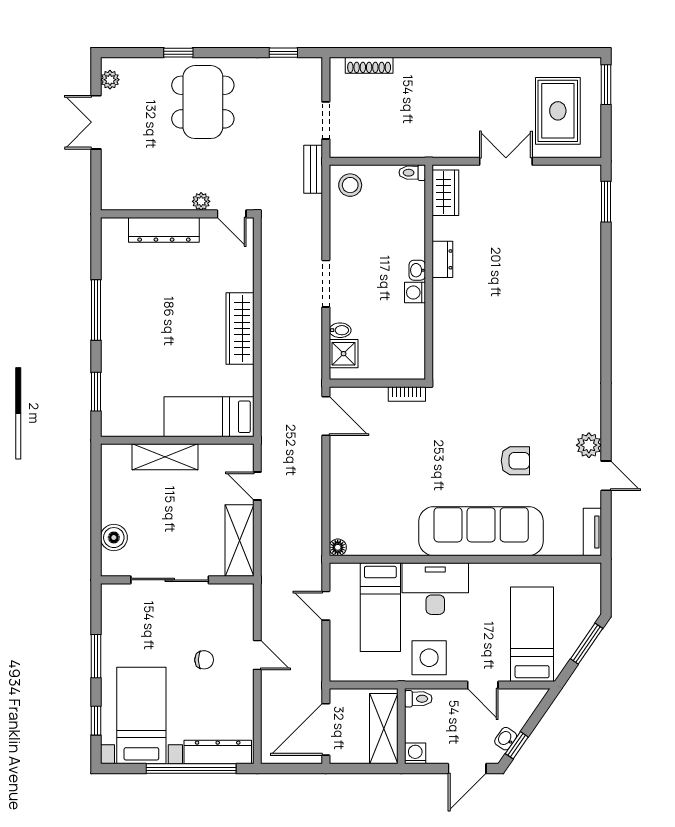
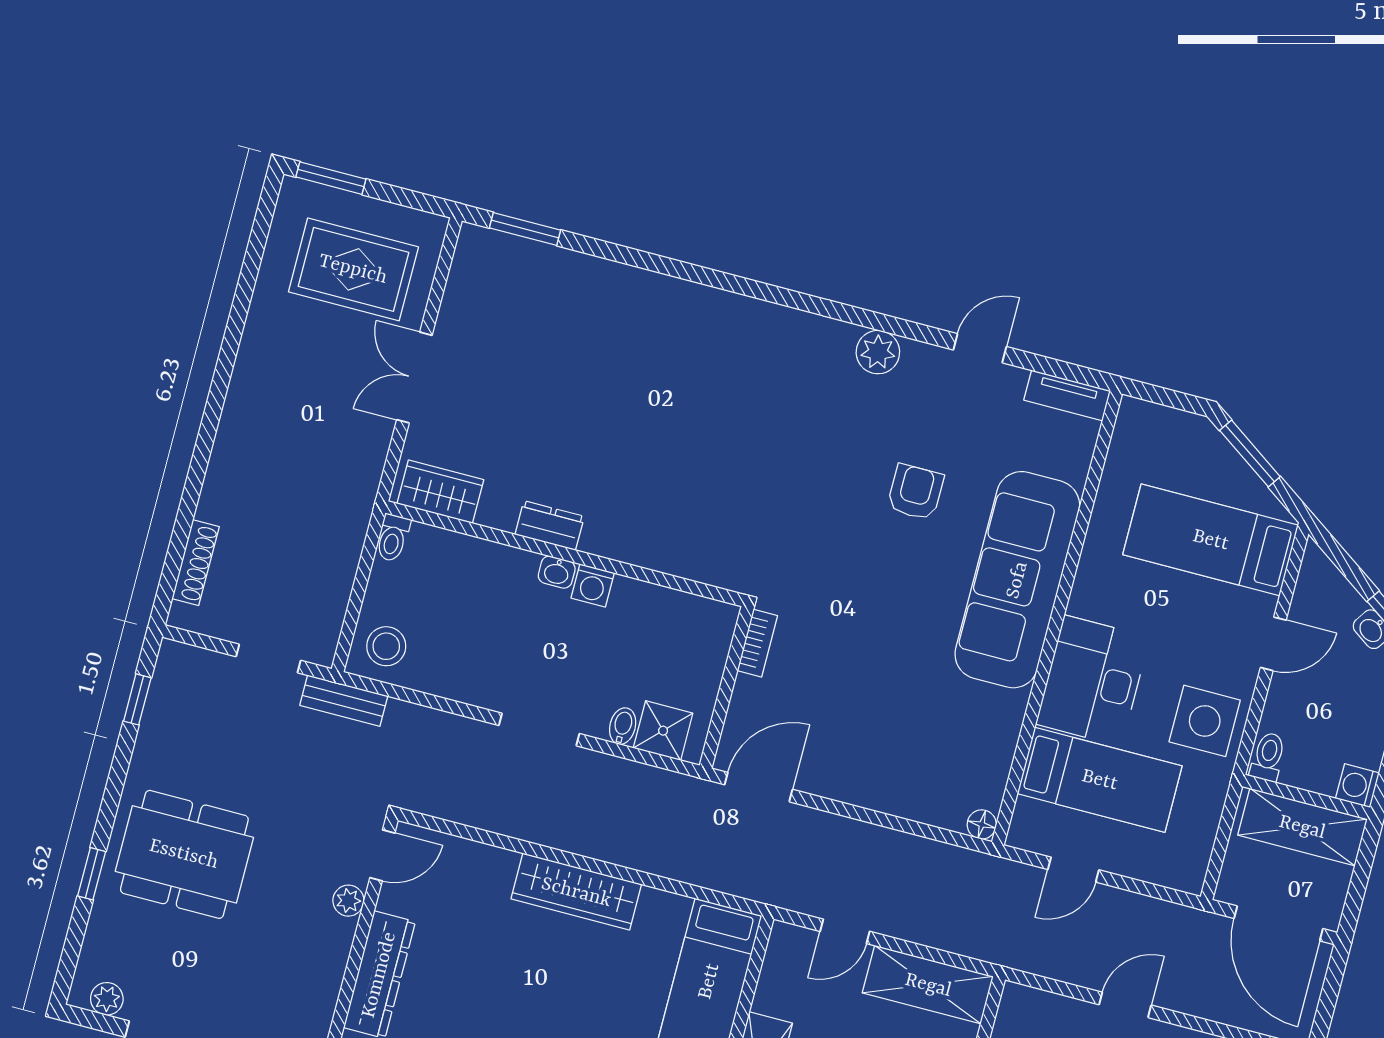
plant: (589, 445) -> (878, 352), moved

